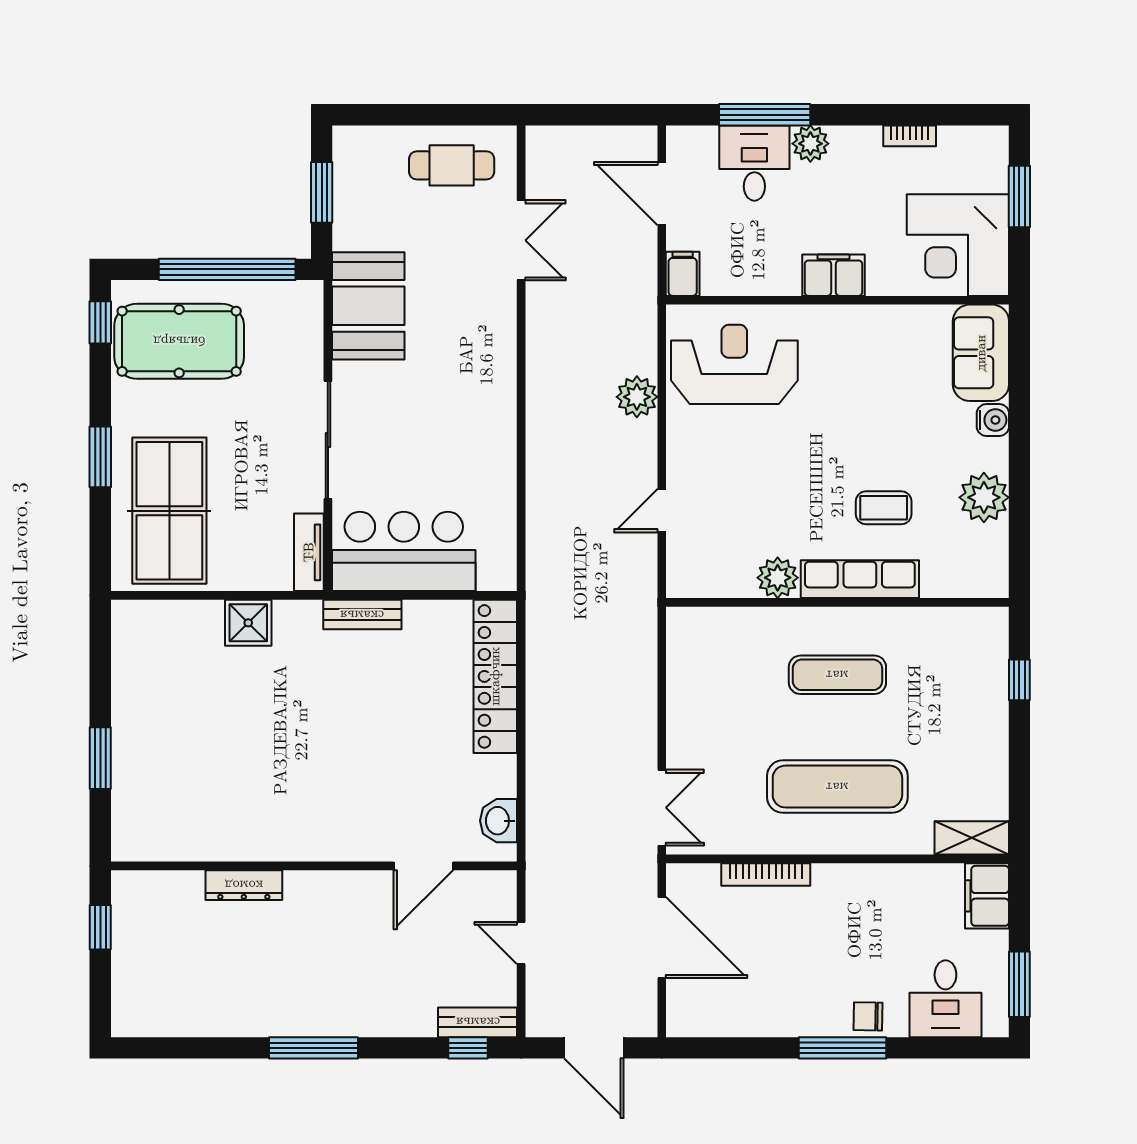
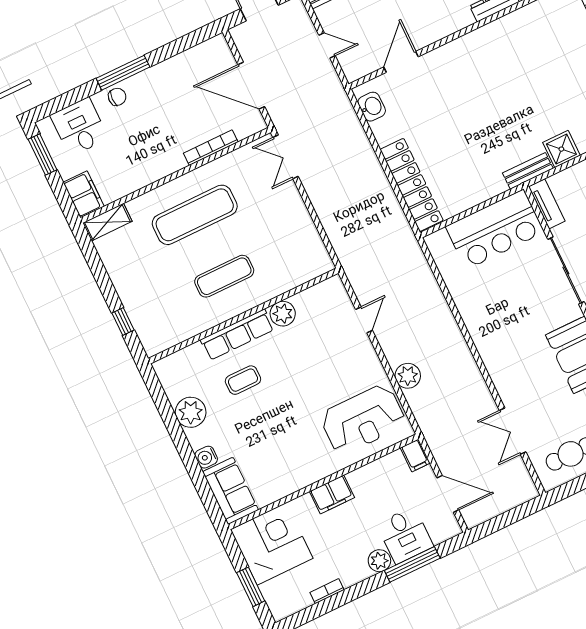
bench: (362, 615) -> (528, 171), moved

